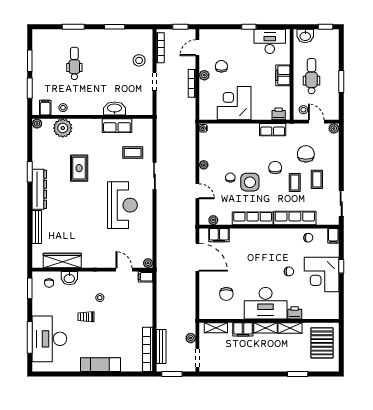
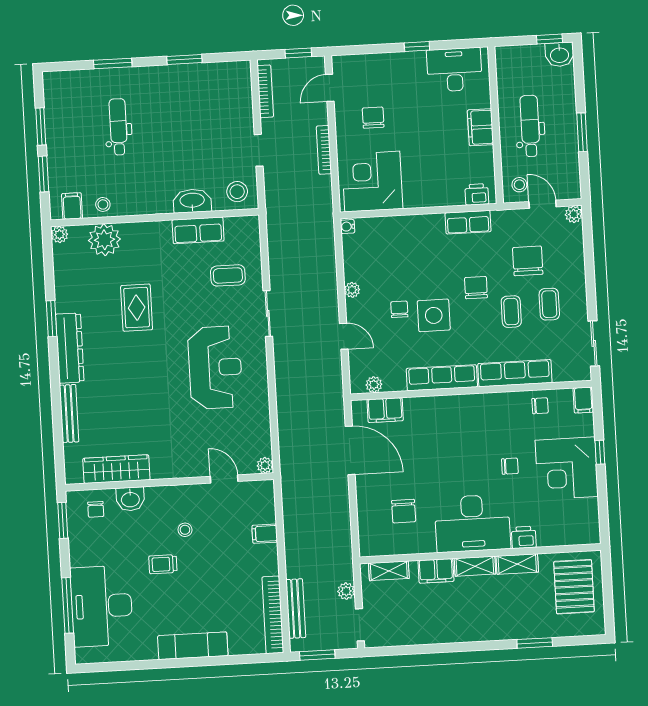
washbasin: (305, 36) -> (559, 55), moved
stool: (139, 60) -> (237, 192), moved
plant: (204, 75) -> (344, 135), removed
corner desk: (234, 103) -> (372, 182), moved
filing cabinet: (146, 277) -> (265, 534), moved

